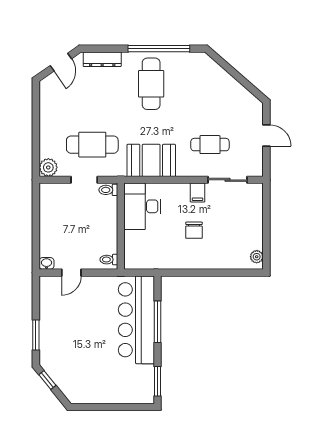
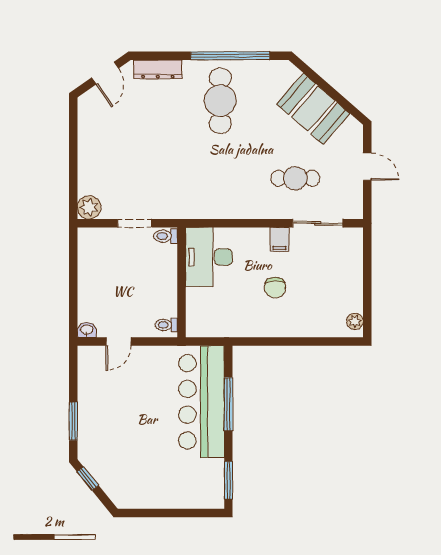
cafe table: (92, 145) -> (145, 178), removed
booth: (151, 160) -> (313, 109), moved, turned 41

